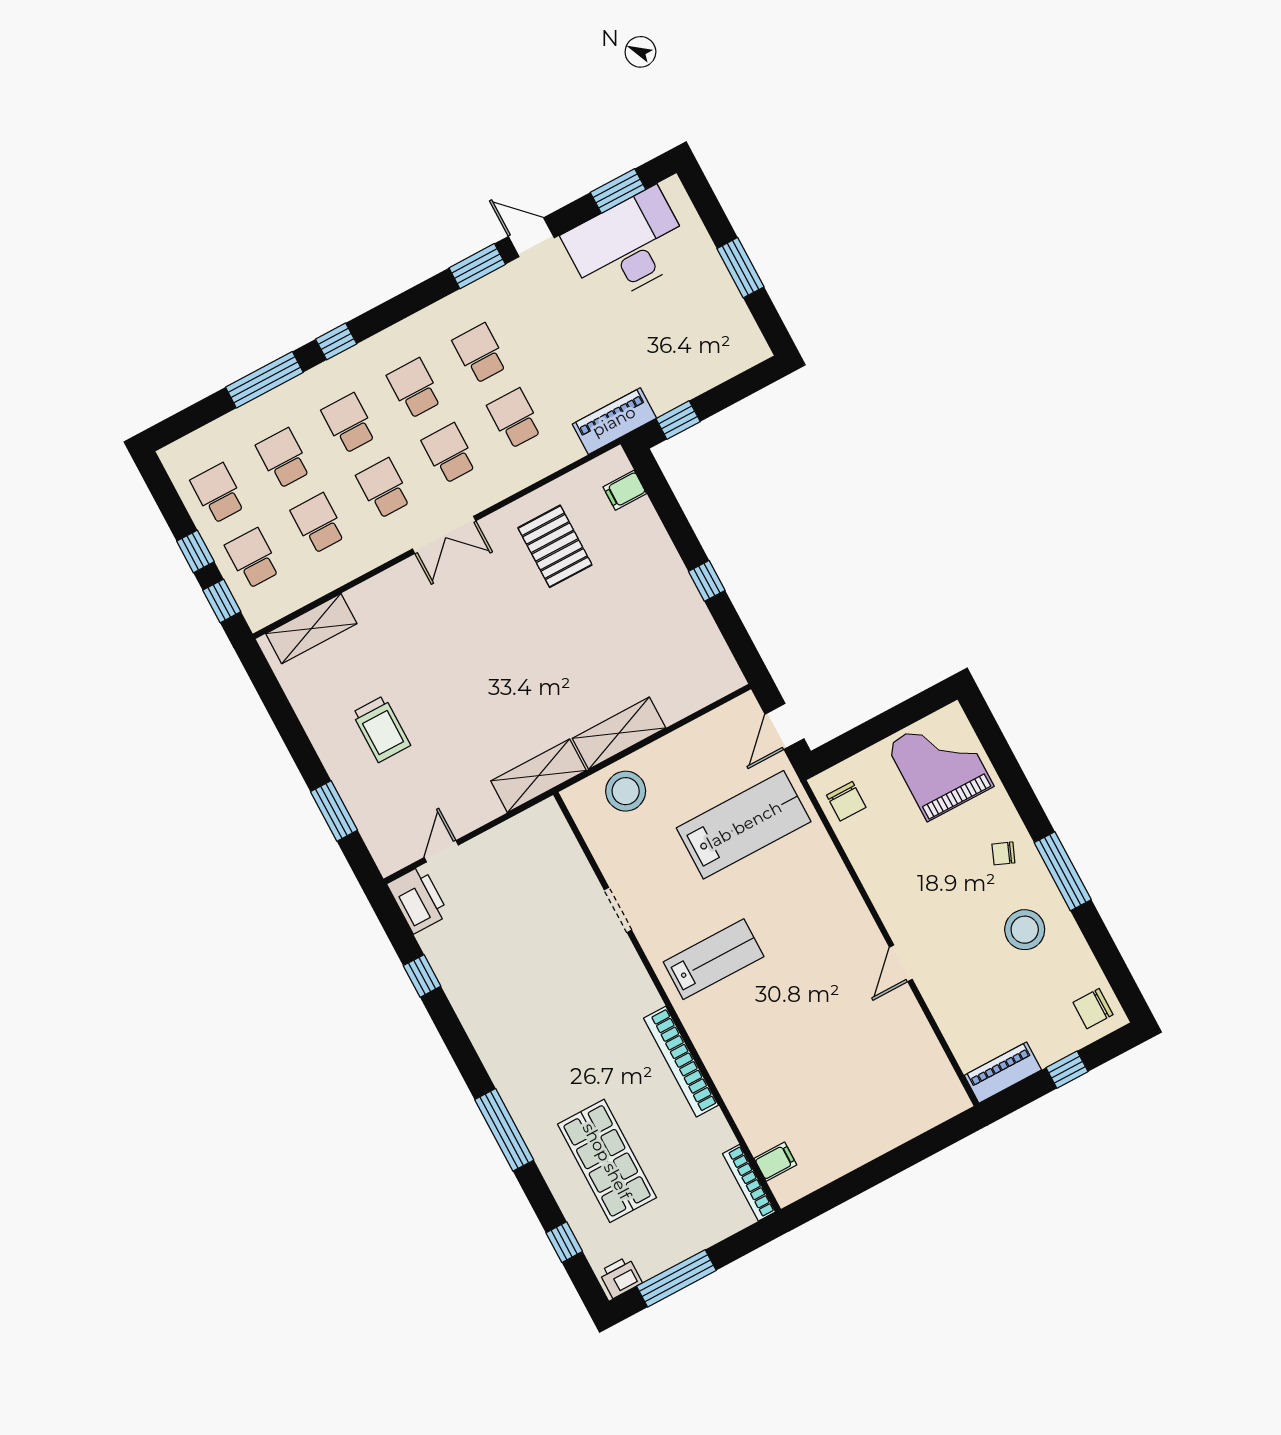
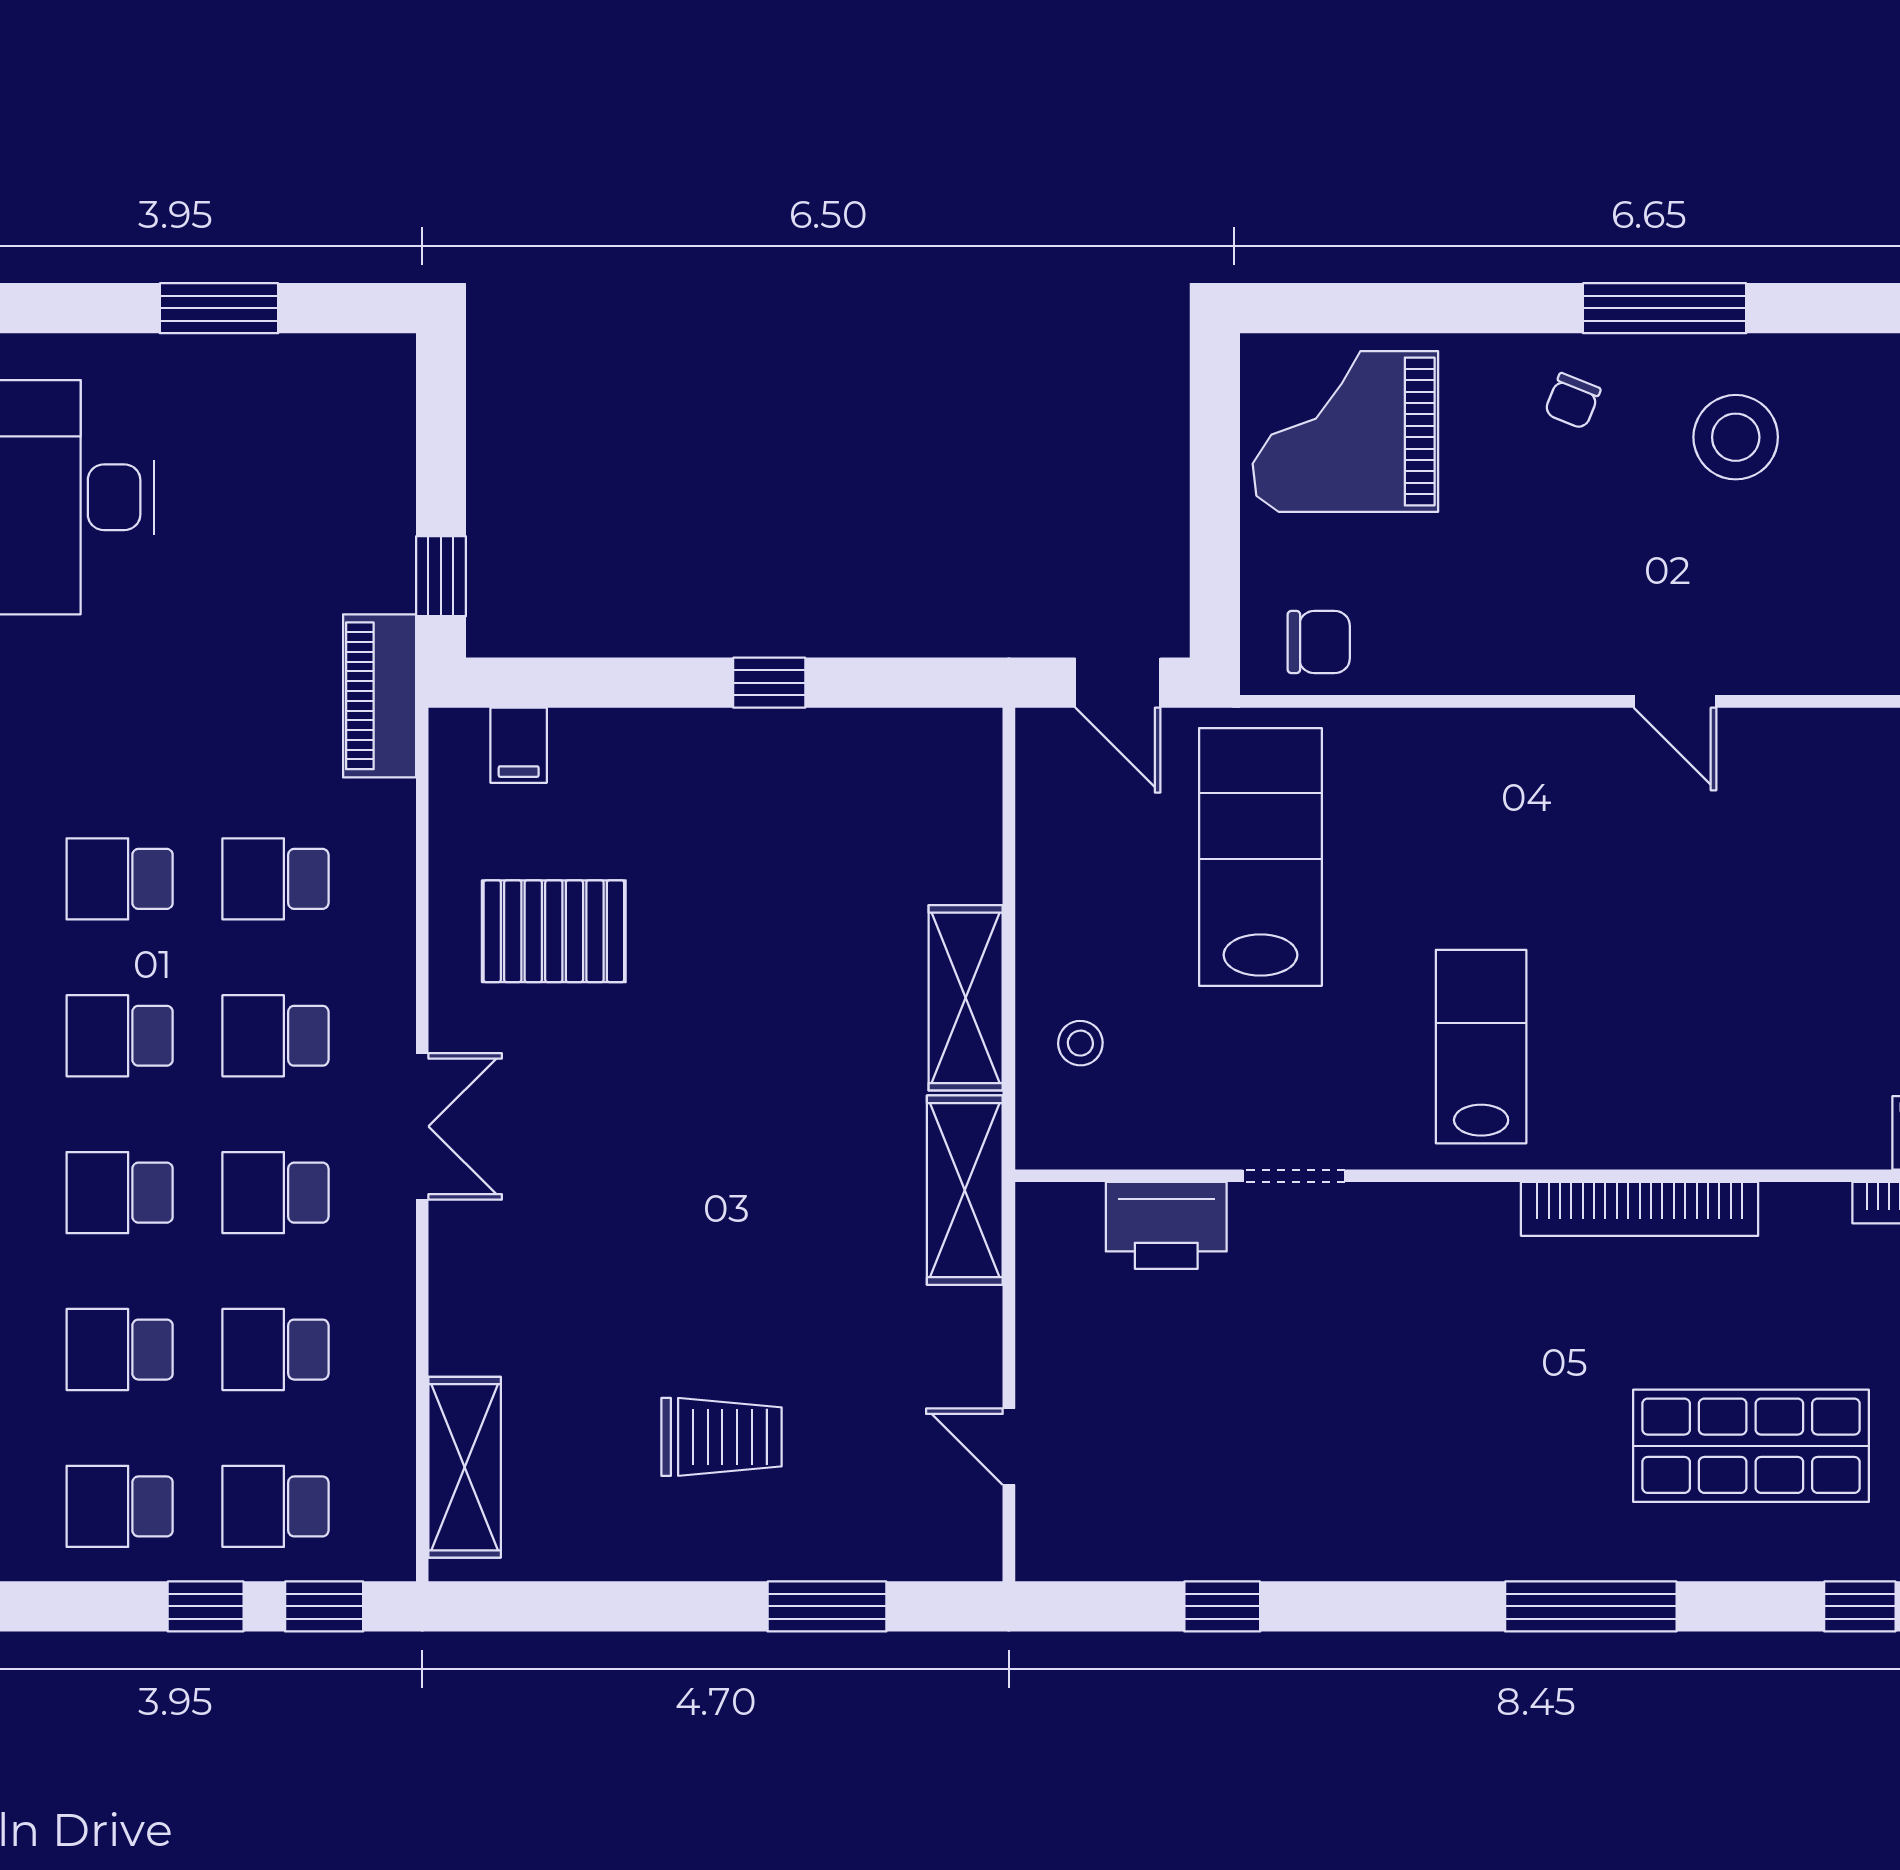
stool: (626, 791) -> (1080, 1043), width x0.53, depth x0.53
printer: (418, 899) -> (1166, 1225), moved, turned 180

